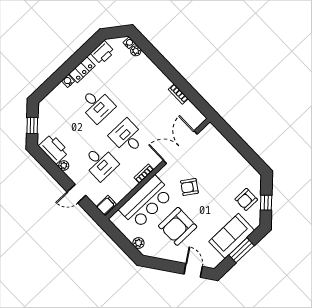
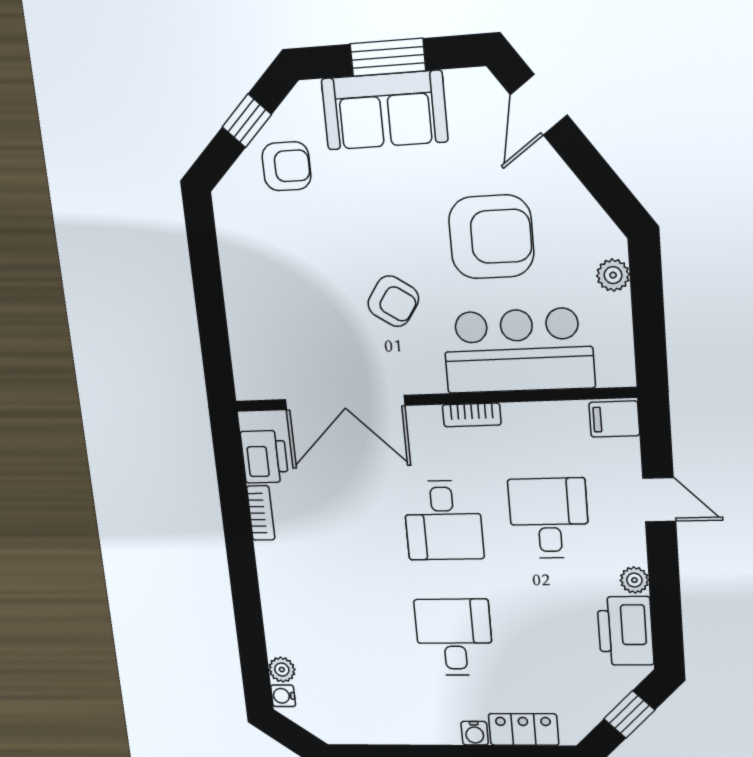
printer: (103, 52) -> (264, 457), moved, turned 90
locker: (82, 70) -> (524, 729), moved

